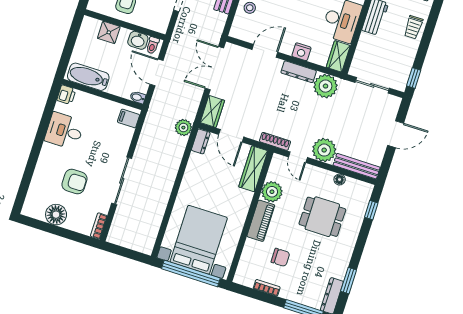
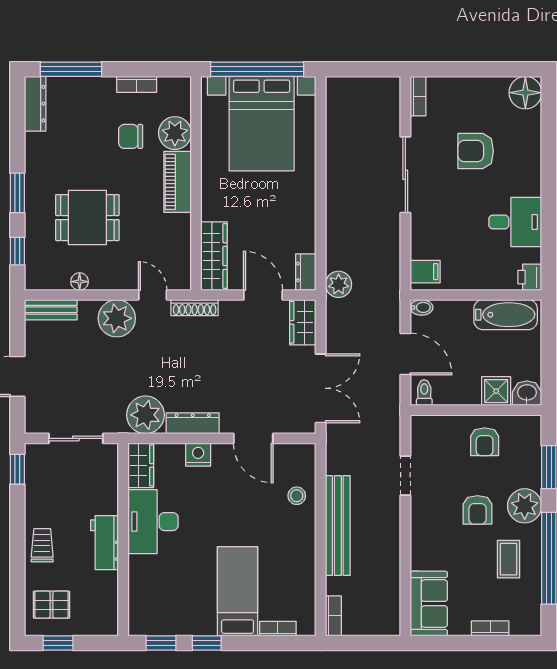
washbasin: (138, 40) -> (527, 393), moved
door: (265, 51) -> (253, 438), hinge flipped
bench: (357, 166) -> (51, 310), width x0.73
plant: (272, 192) -> (175, 133), moved
floor lamp: (56, 215) -> (525, 93), moved
window: (349, 281) -> (17, 193), moved

